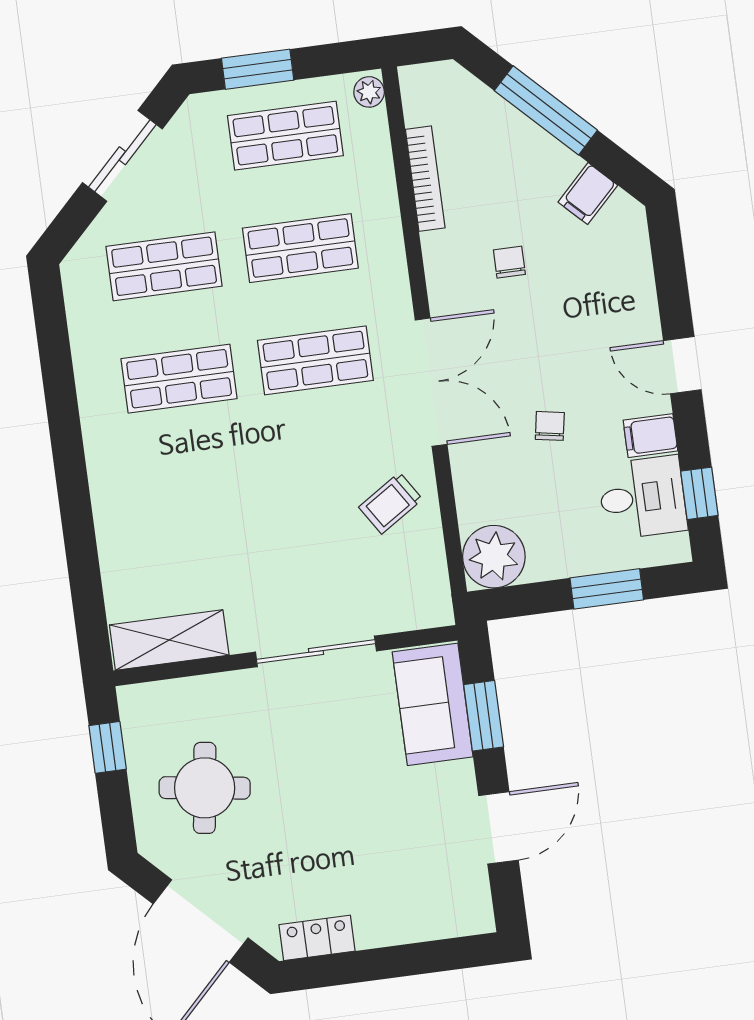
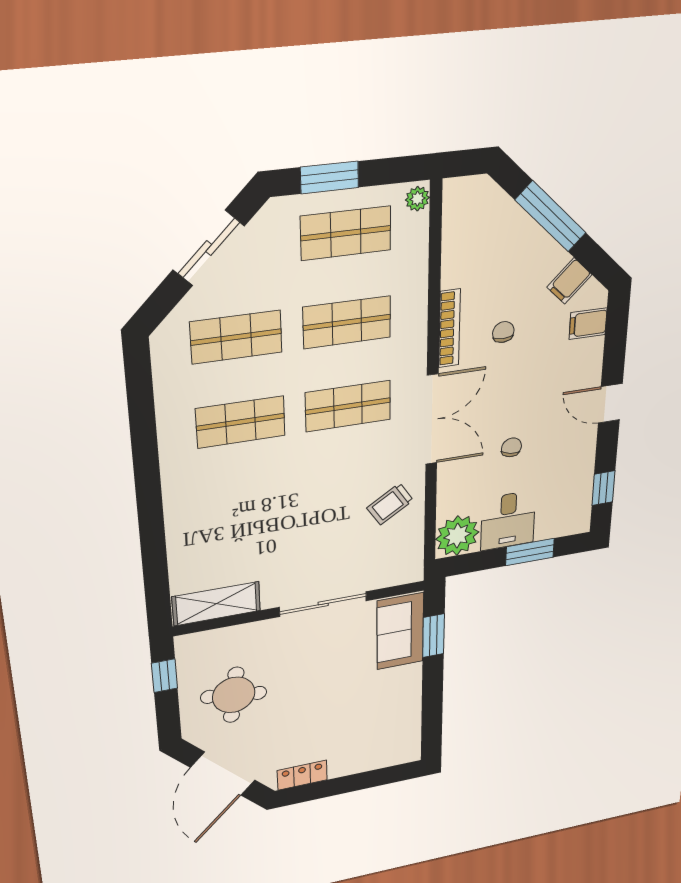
bookcase: (425, 179) -> (450, 328), moved
filing cabinet: (650, 436) -> (588, 324), moved
desk: (642, 498) -> (508, 520), moved, turned 90
door: (498, 828) -> (432, 701), removed

